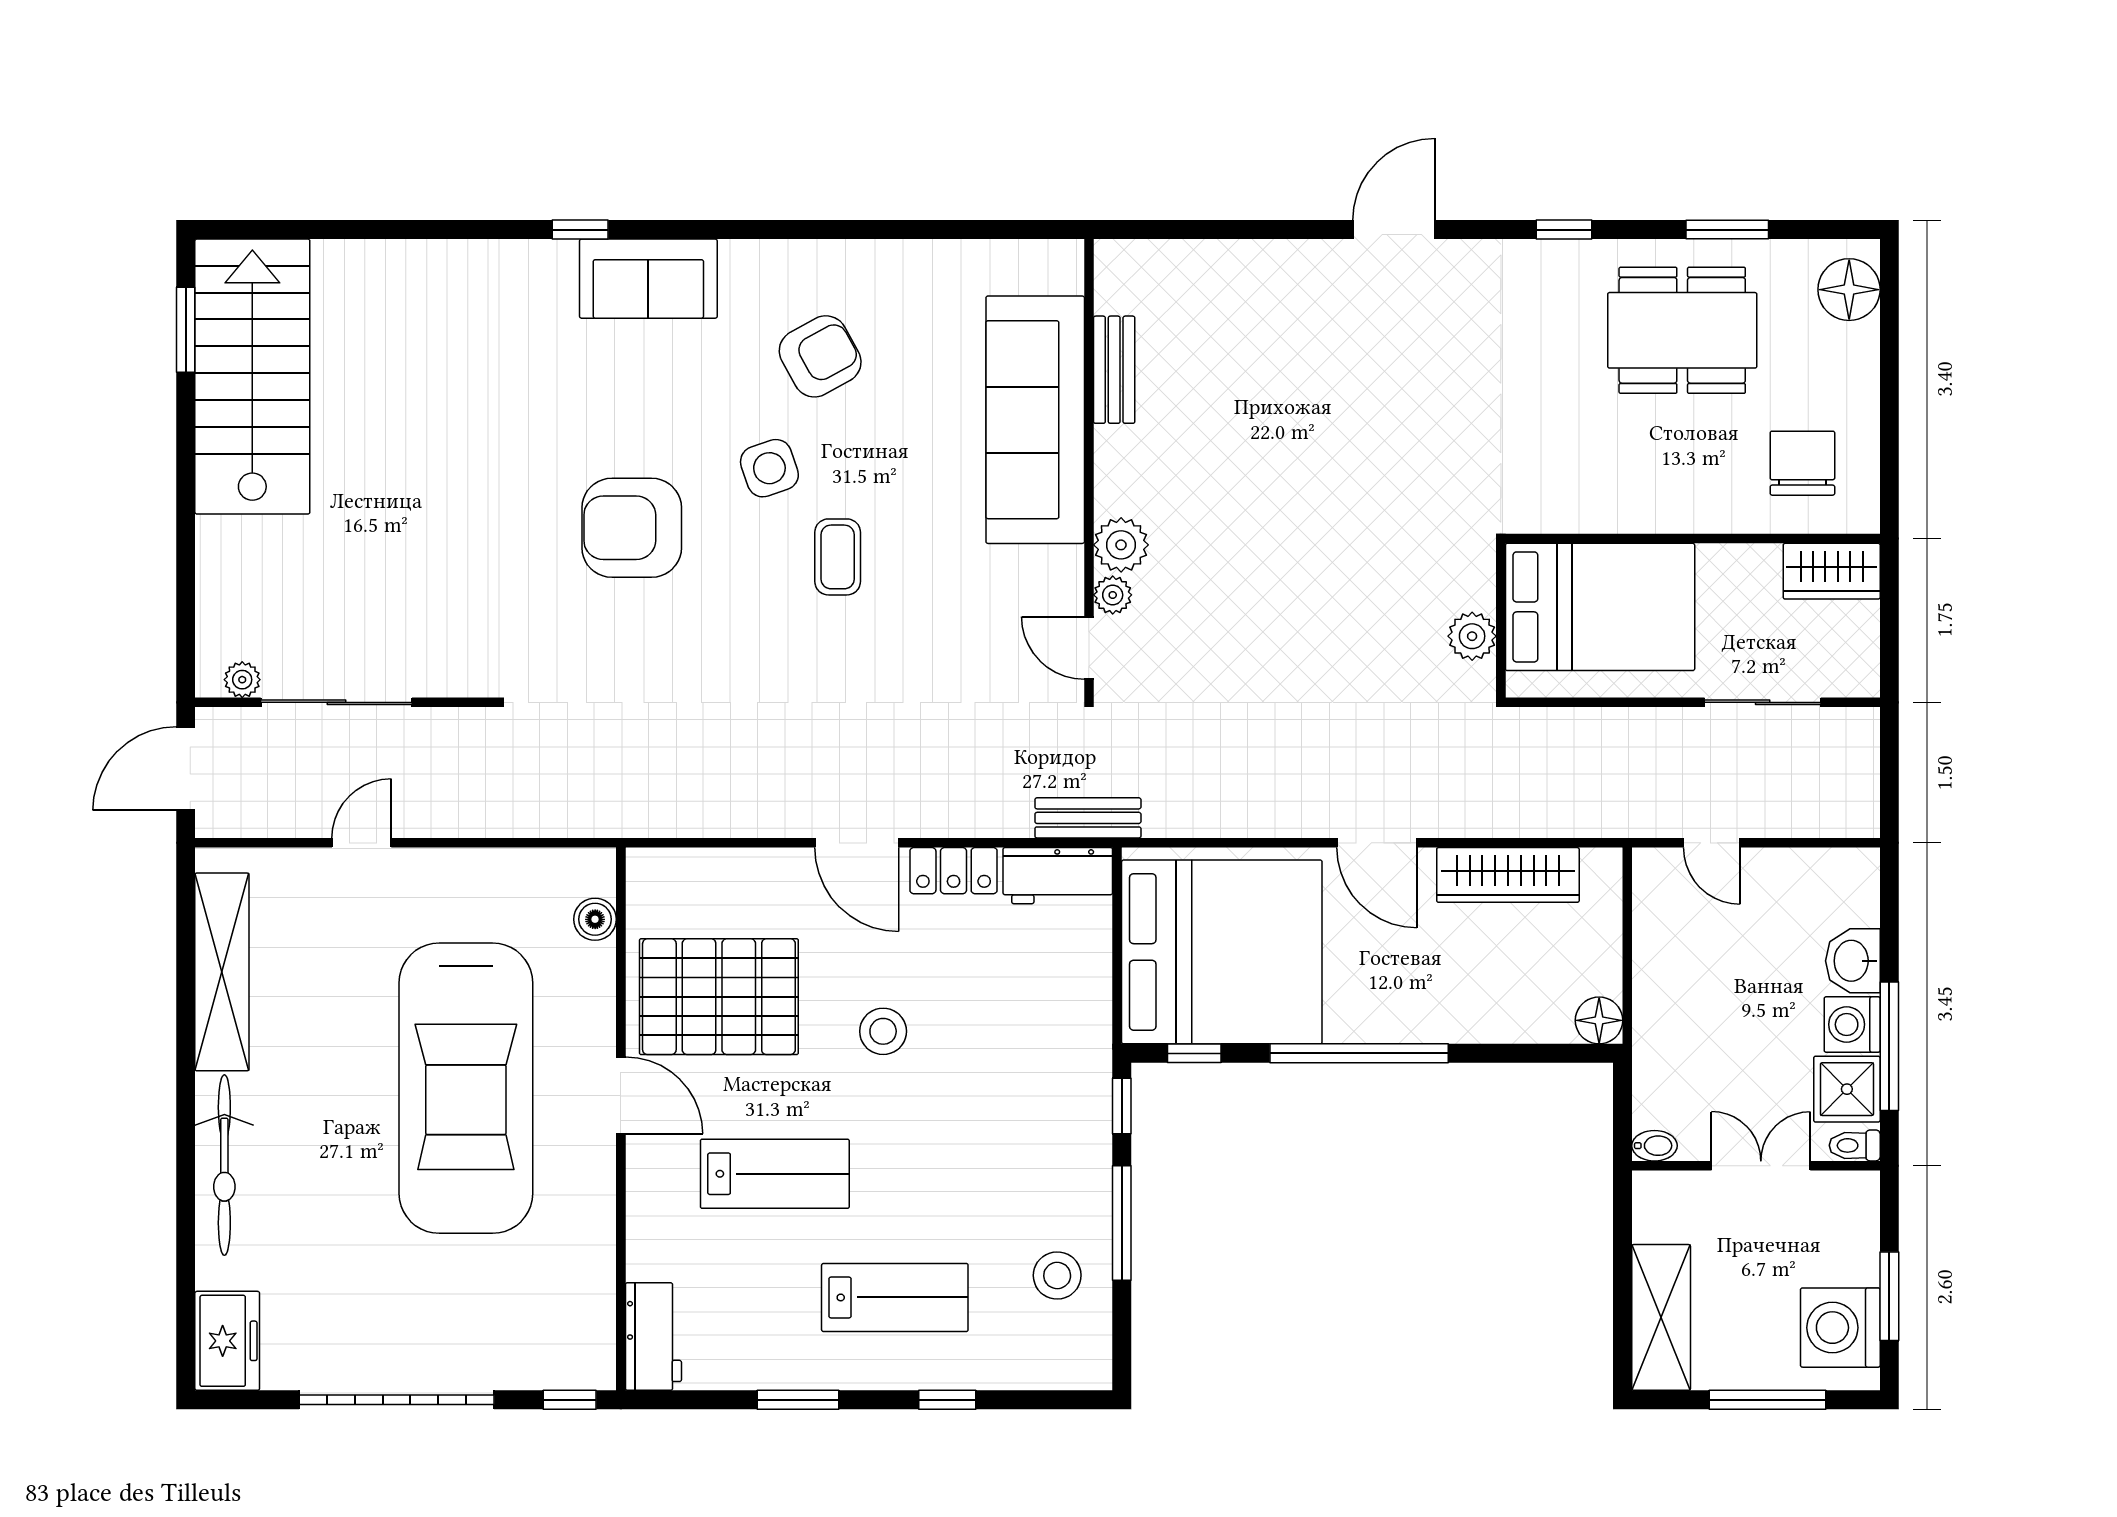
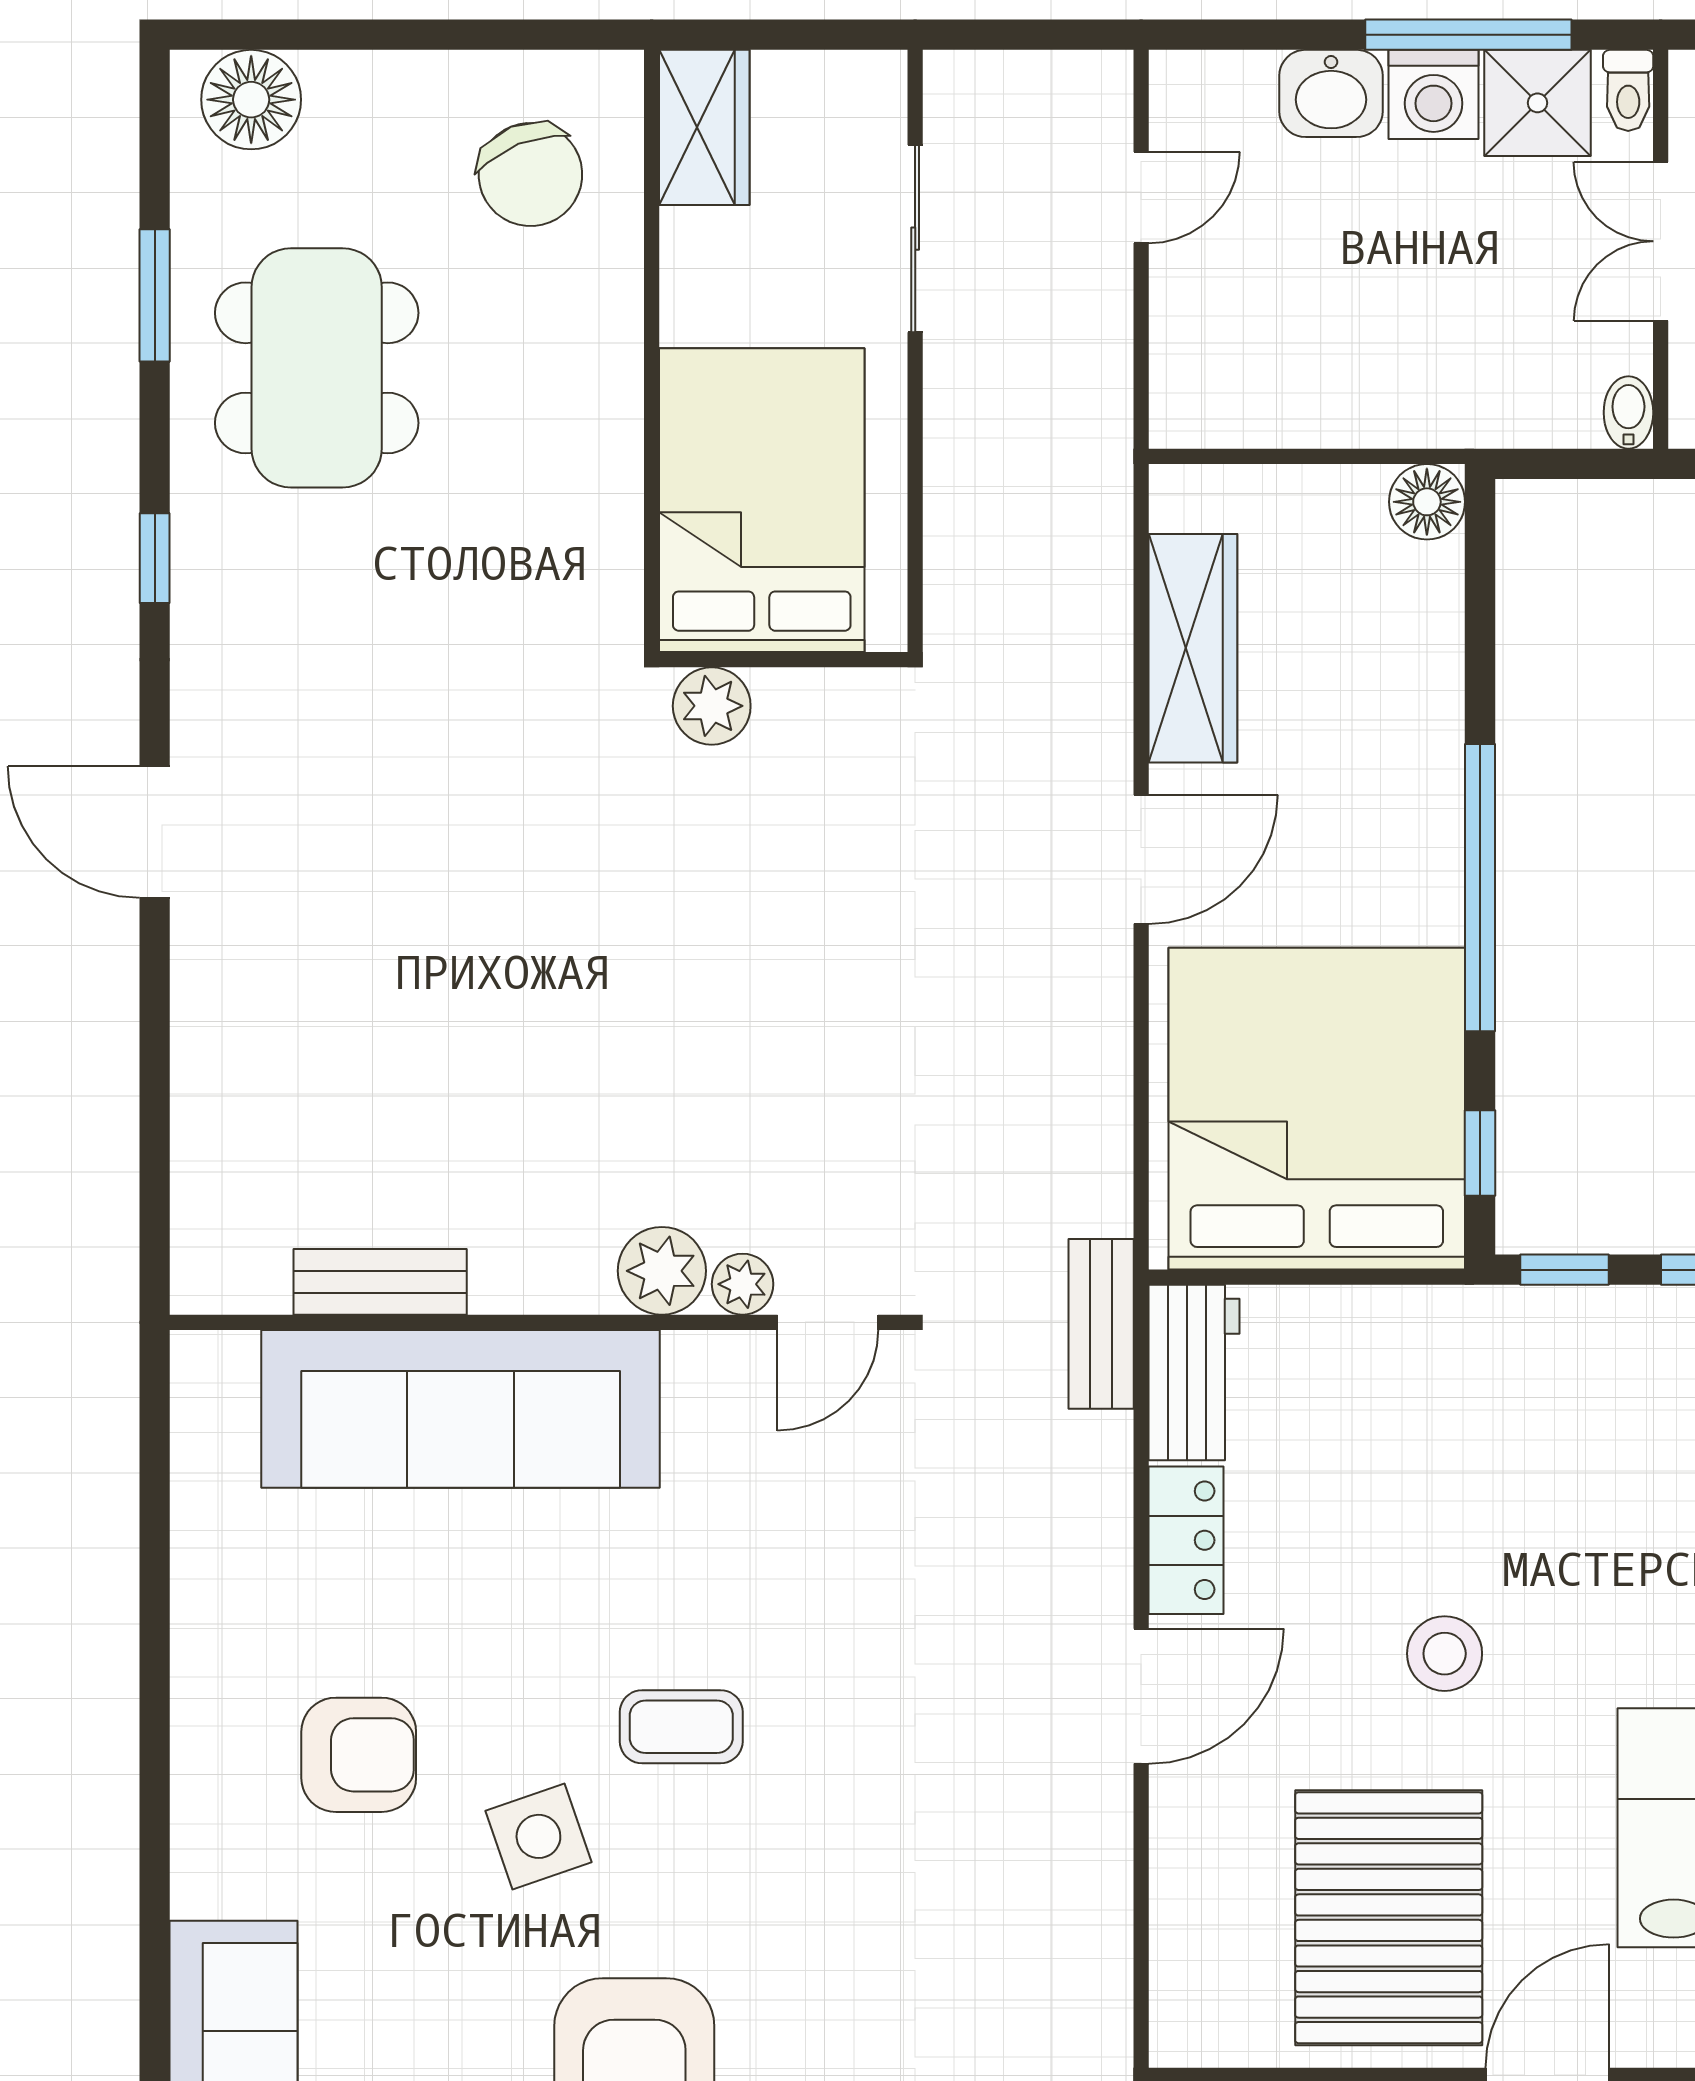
armchair: (820, 356) -> (359, 1755), turned 119
chair: (1802, 463) -> (530, 175), turned -112
plant: (1472, 636) -> (712, 706), moved
door: (1712, 843) -> (1141, 198), moved

